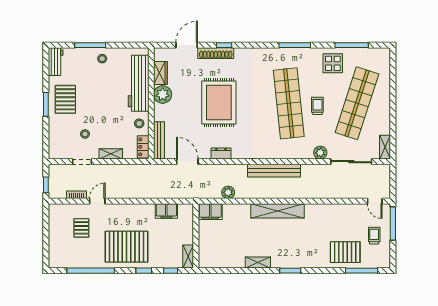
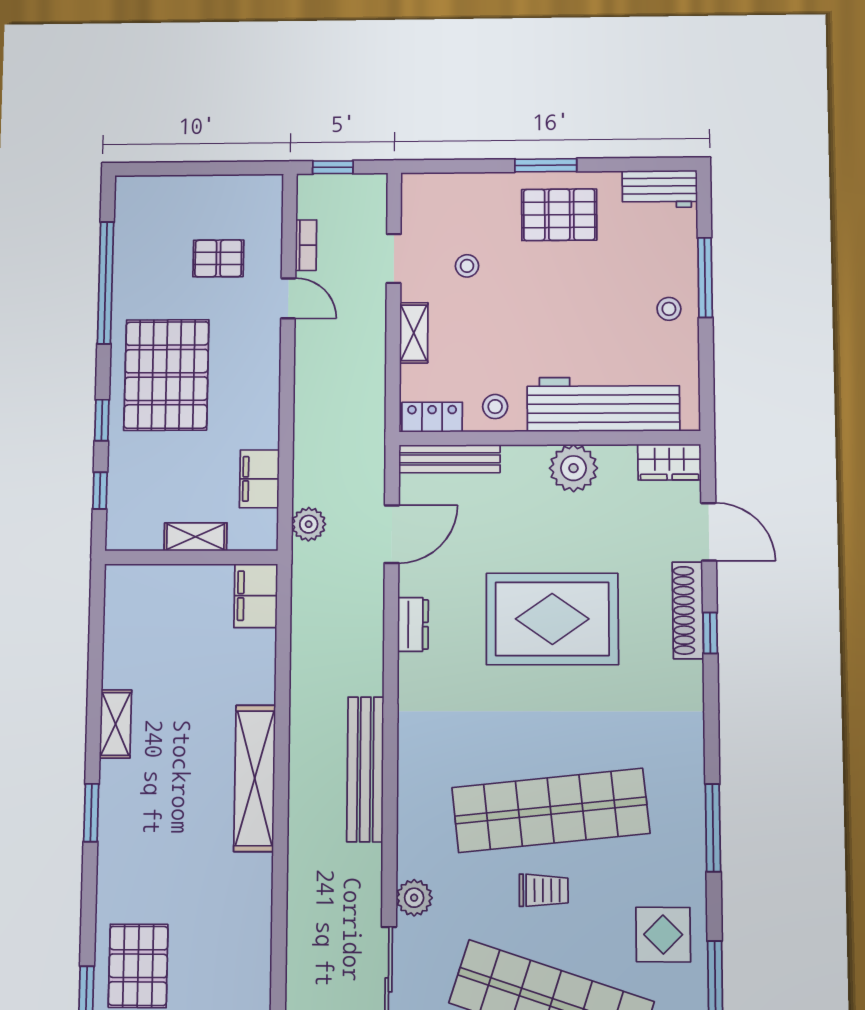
wardrobe: (160, 73) -> (669, 462), moved
plant: (228, 192) -> (309, 524), moved
shelving: (188, 257) -> (196, 537), moved

